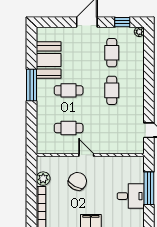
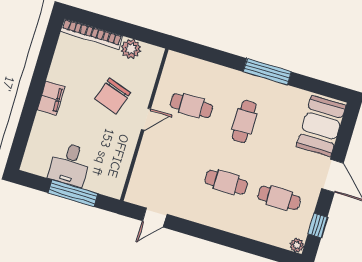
booth: (49, 60) -> (321, 126), moved, turned 90
cafe table: (69, 128) -> (191, 106), turned 90
chair: (77, 181) -> (113, 96), turned 81

